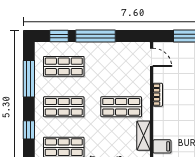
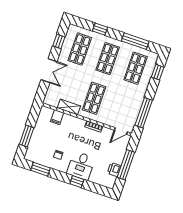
window: (95, 36) -> (144, 113), moved

